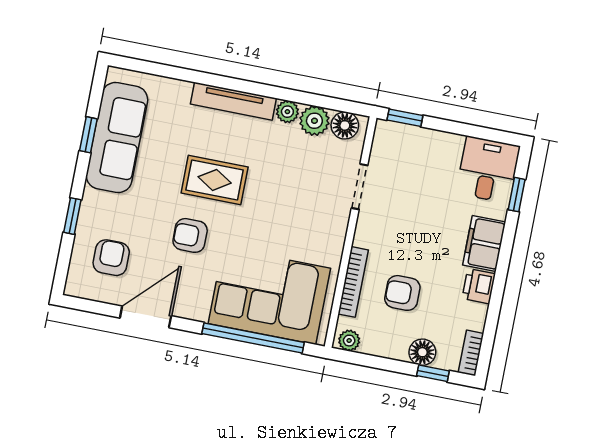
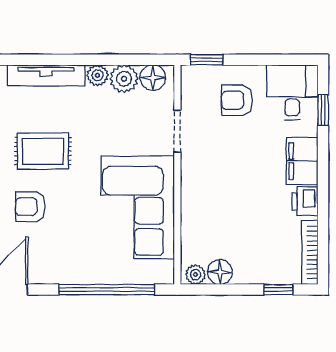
bookcase: (353, 282) -> (189, 220), removed
armchair: (402, 293) -> (237, 100), moved
corner sofa: (269, 296) -> (138, 207), moved, turned -90
floor lamp: (422, 352) -> (220, 272), moved
bookcase: (471, 353) -> (310, 253), width x1.56

